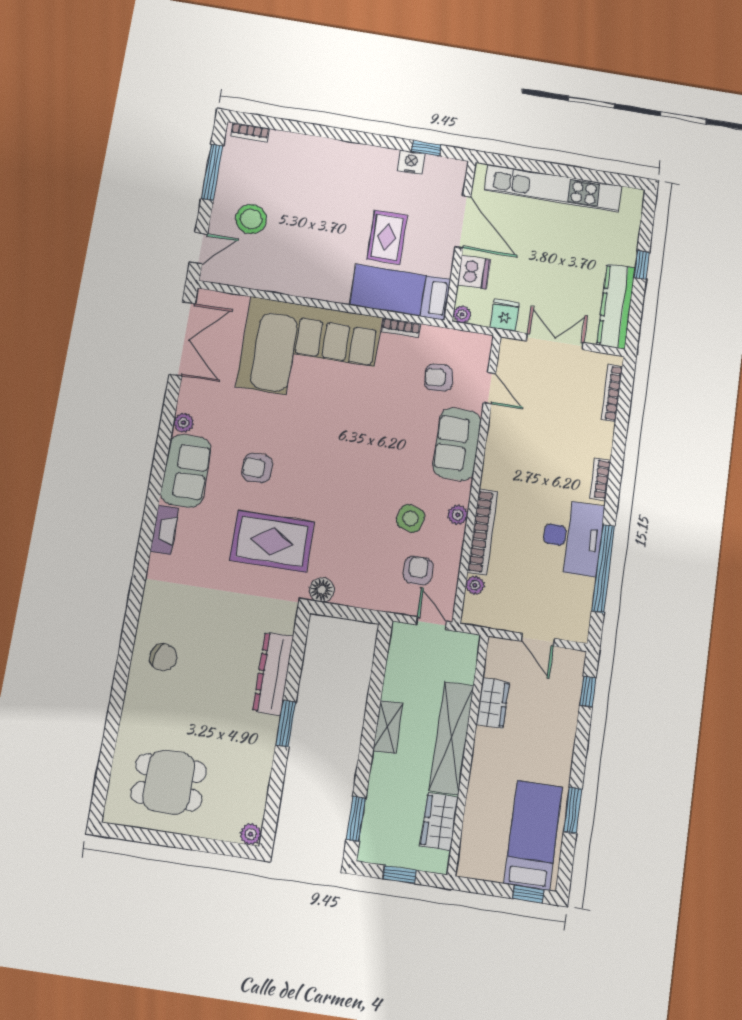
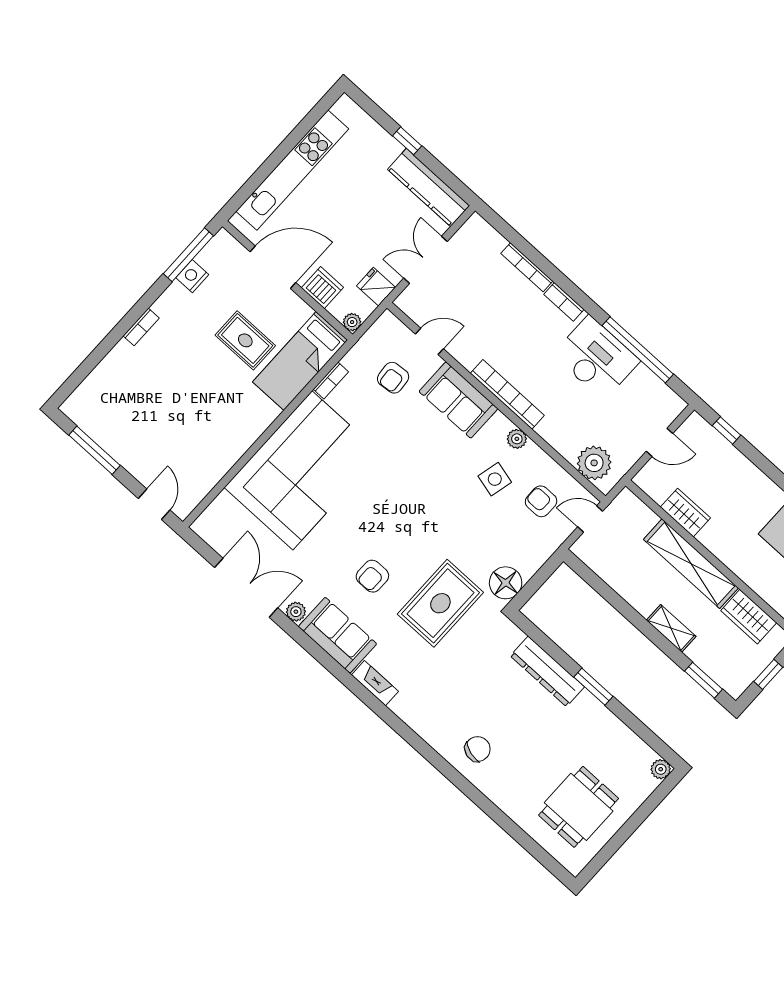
bookcase: (250, 132) -> (141, 327), moved
window: (426, 148) -> (188, 255), width x2.17
stool: (251, 219) -> (157, 444), removed
double door: (182, 339) -> (246, 588), moved
bookcase: (612, 393) -> (527, 267), moved
bookcase: (483, 532) -> (507, 394), moved
plant: (475, 585) -> (594, 463), width x1.87, depth x1.87
floor lamp: (322, 590) -> (506, 583), width x1.38, depth x1.38
shelving: (388, 727) -> (671, 628), moved

